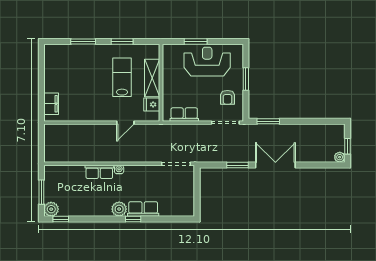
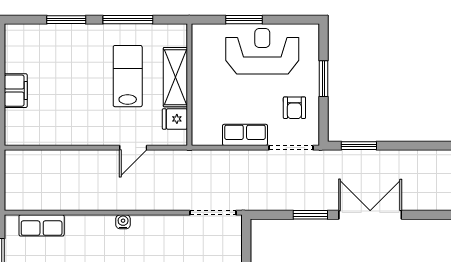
window: (122, 42) -> (128, 20), width x1.44
filing cabinet: (51, 104) -> (16, 91), moved
row of seats: (184, 115) -> (245, 135), moved
row of seats: (99, 172) -> (42, 225), moved

